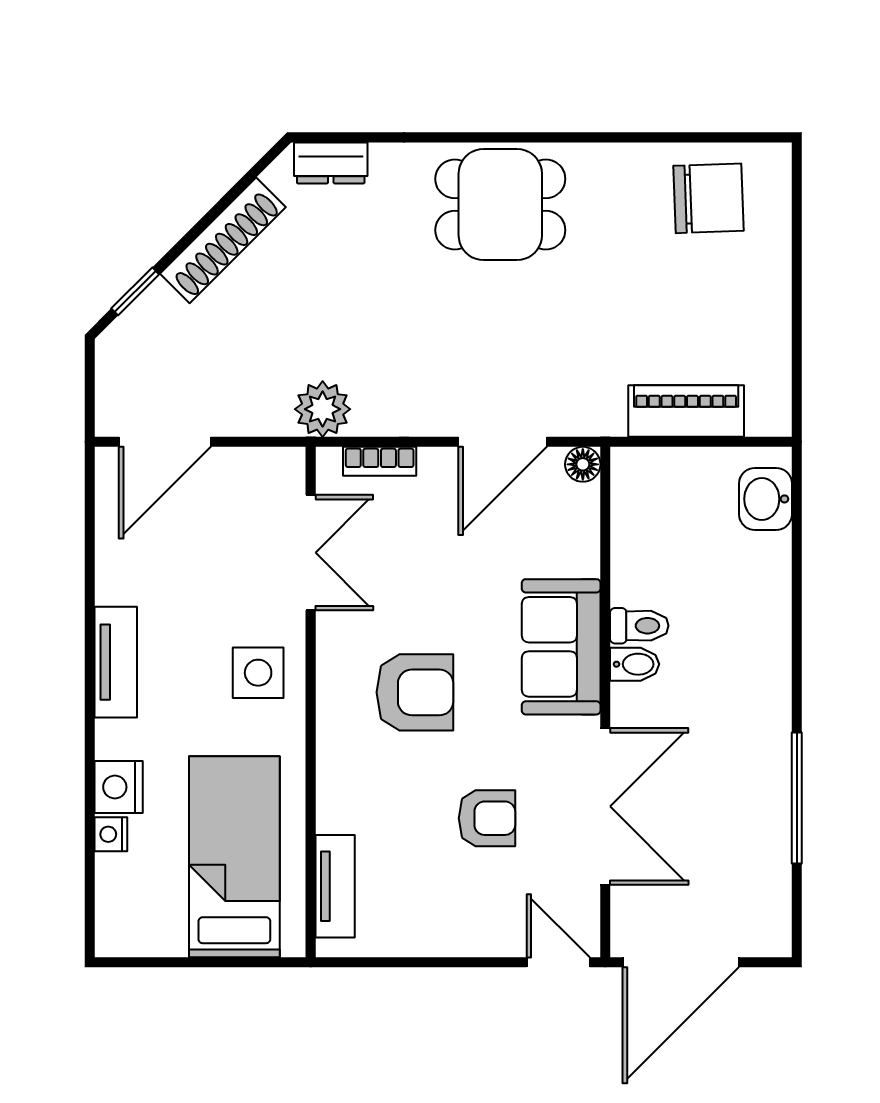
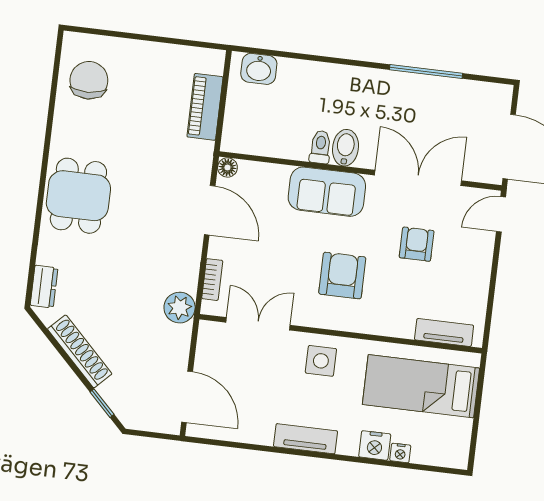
bidet: (635, 664) -> (345, 148), width x1.38, depth x1.36

